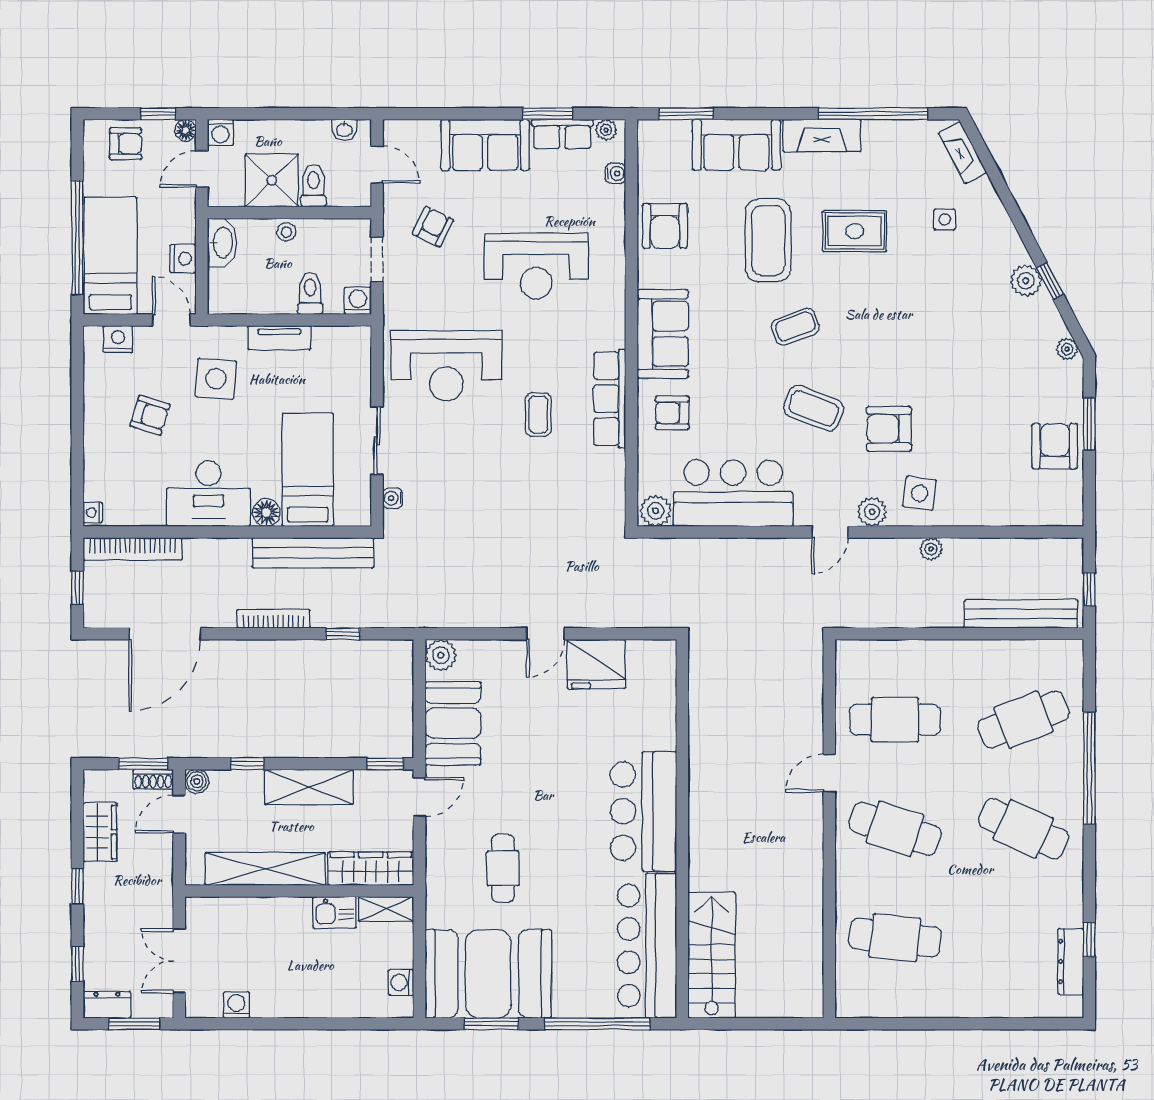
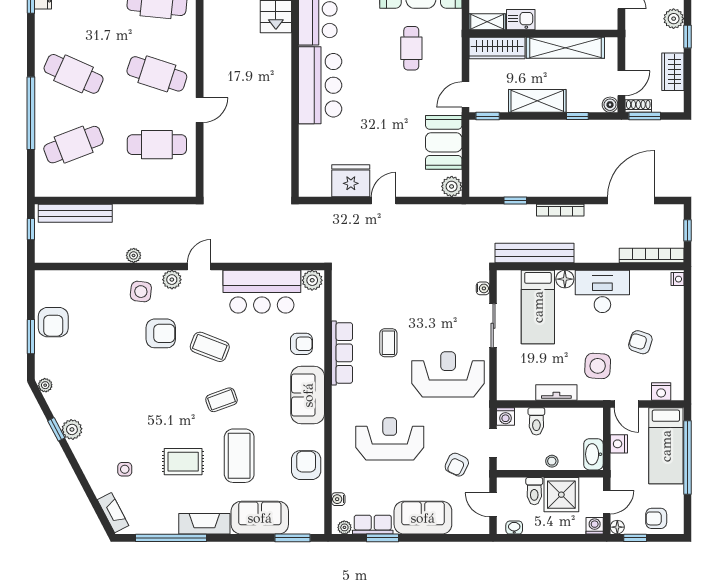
plant: (99, 914) -> (674, 19), added

